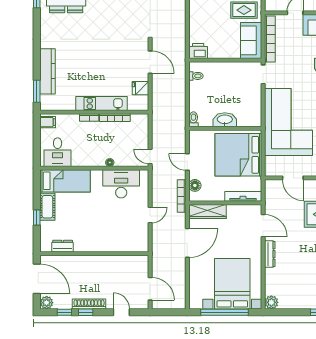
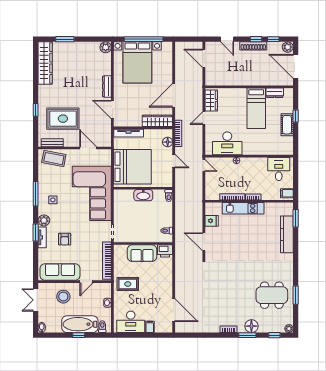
sofa: (251, 40) -> (142, 253), moved, turned 90
bed: (65, 181) -> (256, 108), moved, turned -90
wardrobe: (141, 237) -> (211, 100), added

